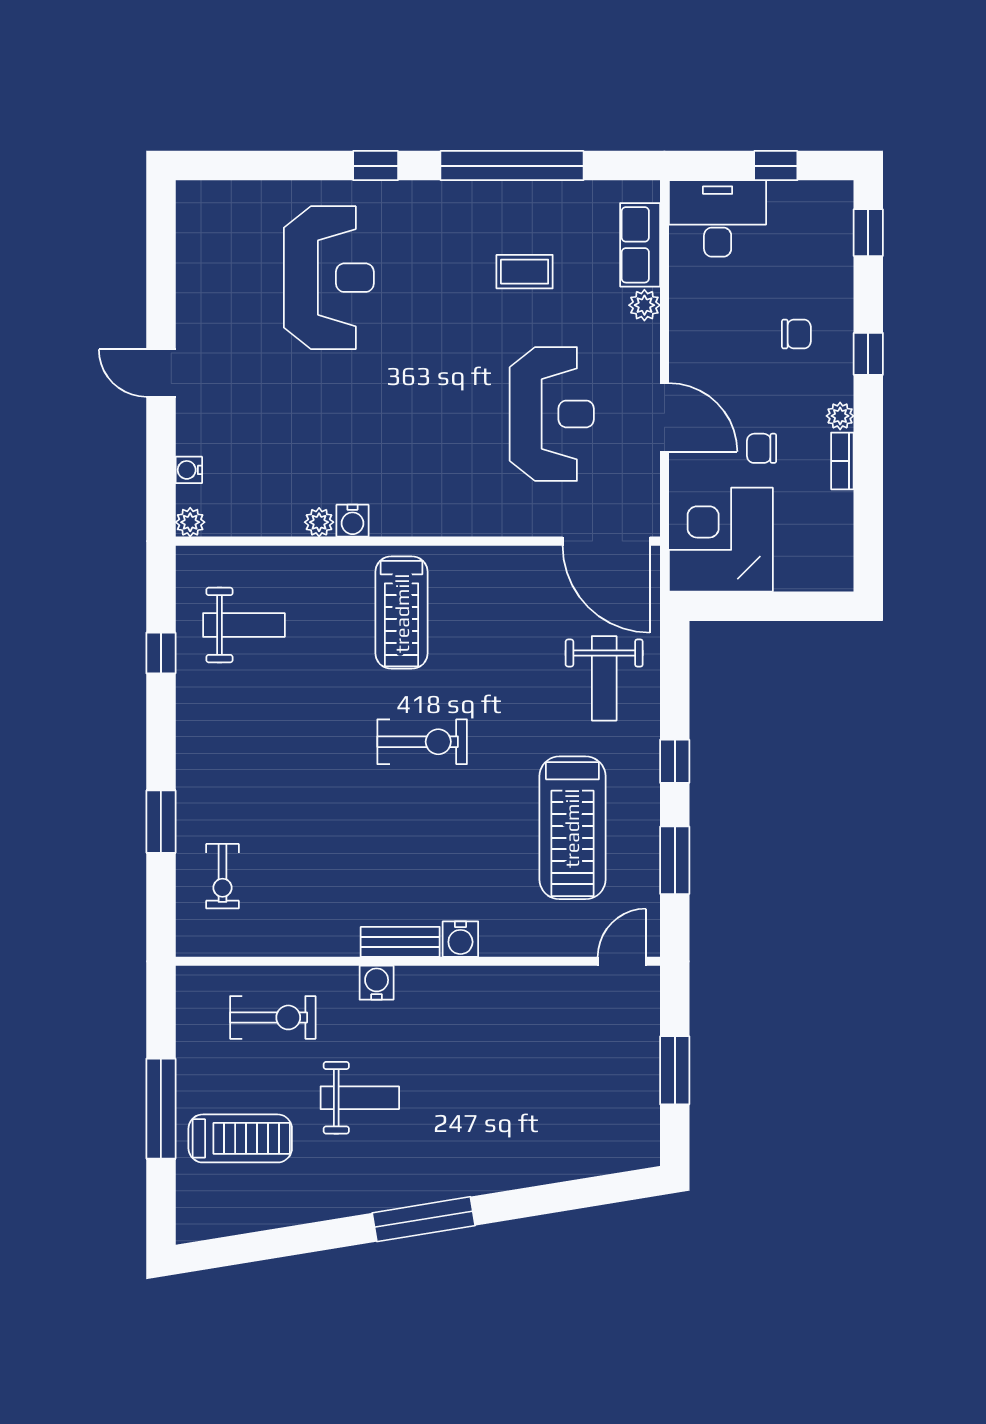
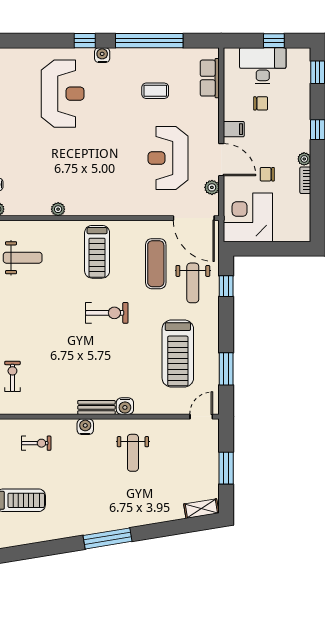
desk: (718, 218) -> (263, 66), moved
plant: (644, 305) -> (212, 187), moved
chair: (796, 334) -> (261, 103), moved
filing cabinet: (691, 353) -> (234, 129), added
reception desk: (552, 414) -> (168, 158), turned 180
water cooler: (352, 521) -> (102, 55), moved, turned 180
exercise mat: (526, 638) -> (156, 264), added
window: (675, 761) -> (226, 286), moved
exercise bike: (223, 876) -> (12, 376), turned 180
exercise bike: (273, 1017) -> (36, 443), width x0.73, depth x0.72
weight bench: (360, 1098) -> (133, 453), moved, turned 90
shelving: (622, 1156) -> (201, 509), added

